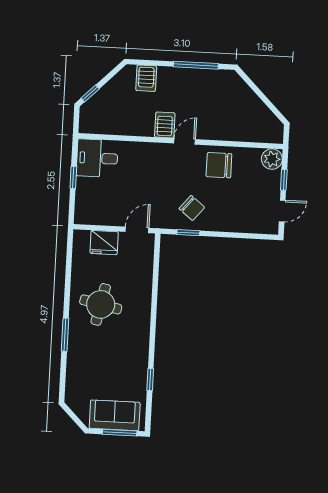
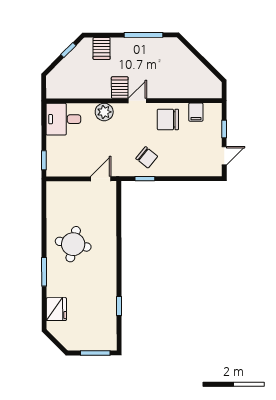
window: (90, 93) -> (68, 50), moved
filing cabinet: (252, 158) -> (196, 112), added
plant: (272, 159) -> (104, 112), moved
window: (73, 178) -> (44, 160), moved
fridge: (104, 243) -> (56, 309), moved, turned -90
sofa: (115, 415) -> (90, 338), removed

